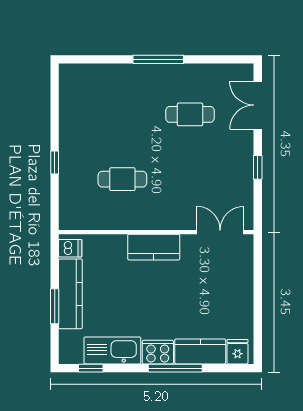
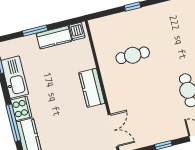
cafe table: (122, 179) -> (133, 55), turned 90
kitchen counter: (70, 294) -> (54, 37), width x0.67

